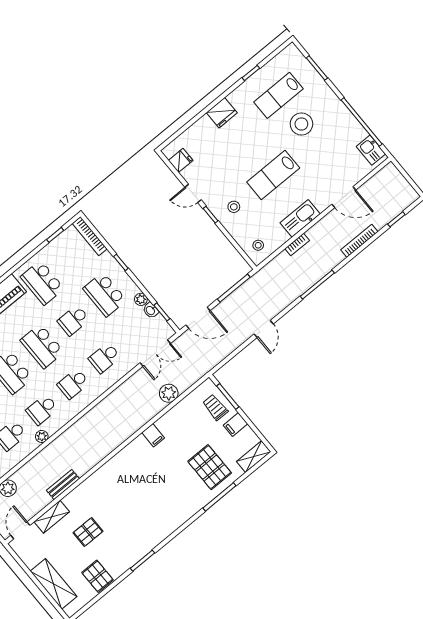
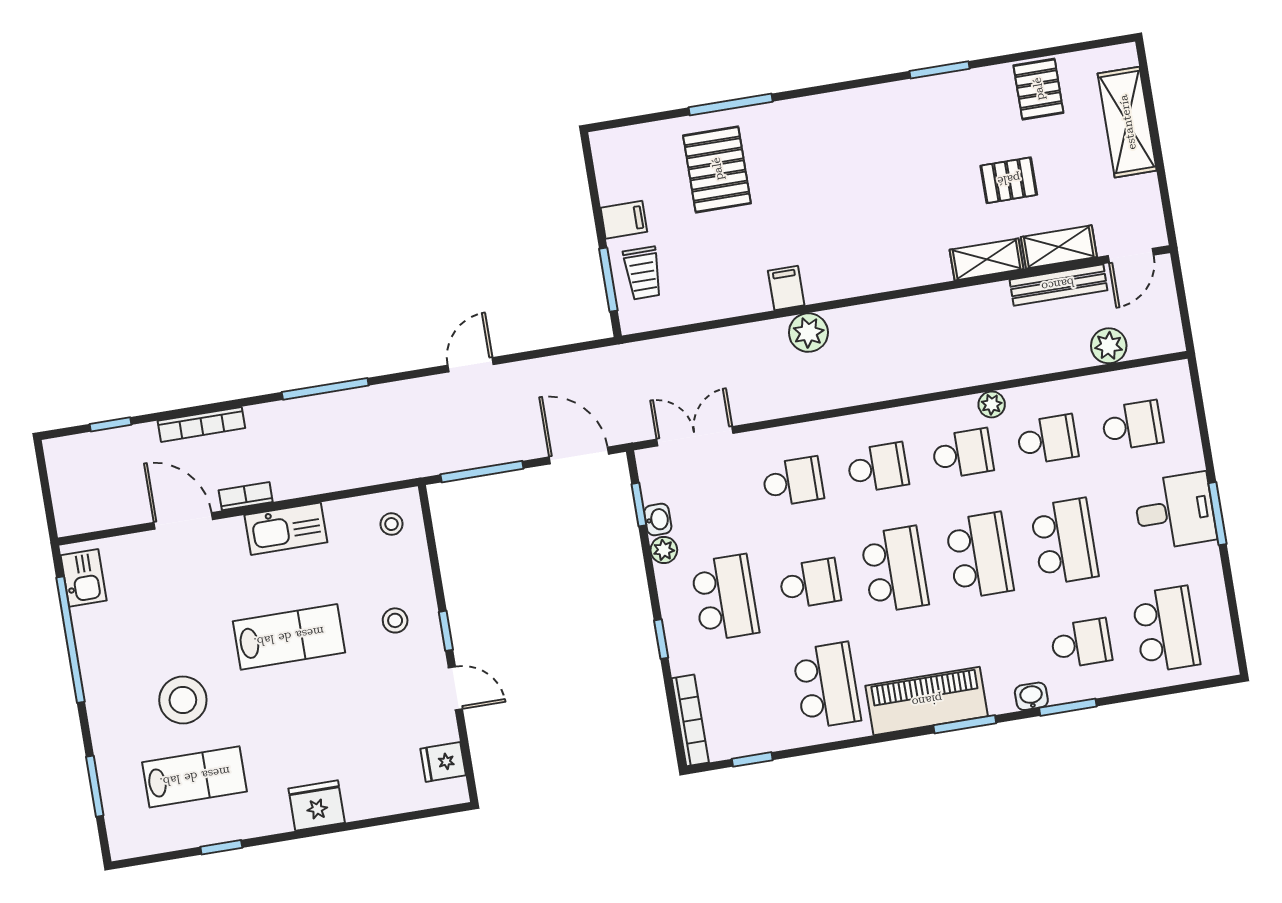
bookcase: (297, 244) -> (246, 496), moved
plant: (169, 393) -> (808, 333), moved
shelving: (254, 457) -> (987, 259), moved
bench: (63, 485) -> (1058, 285), moved, width x1.36

